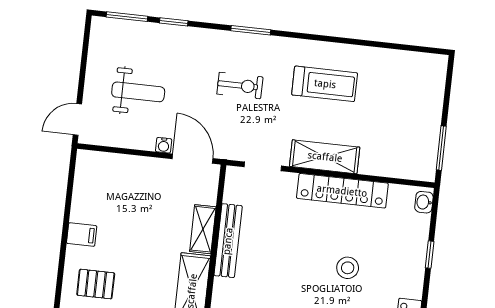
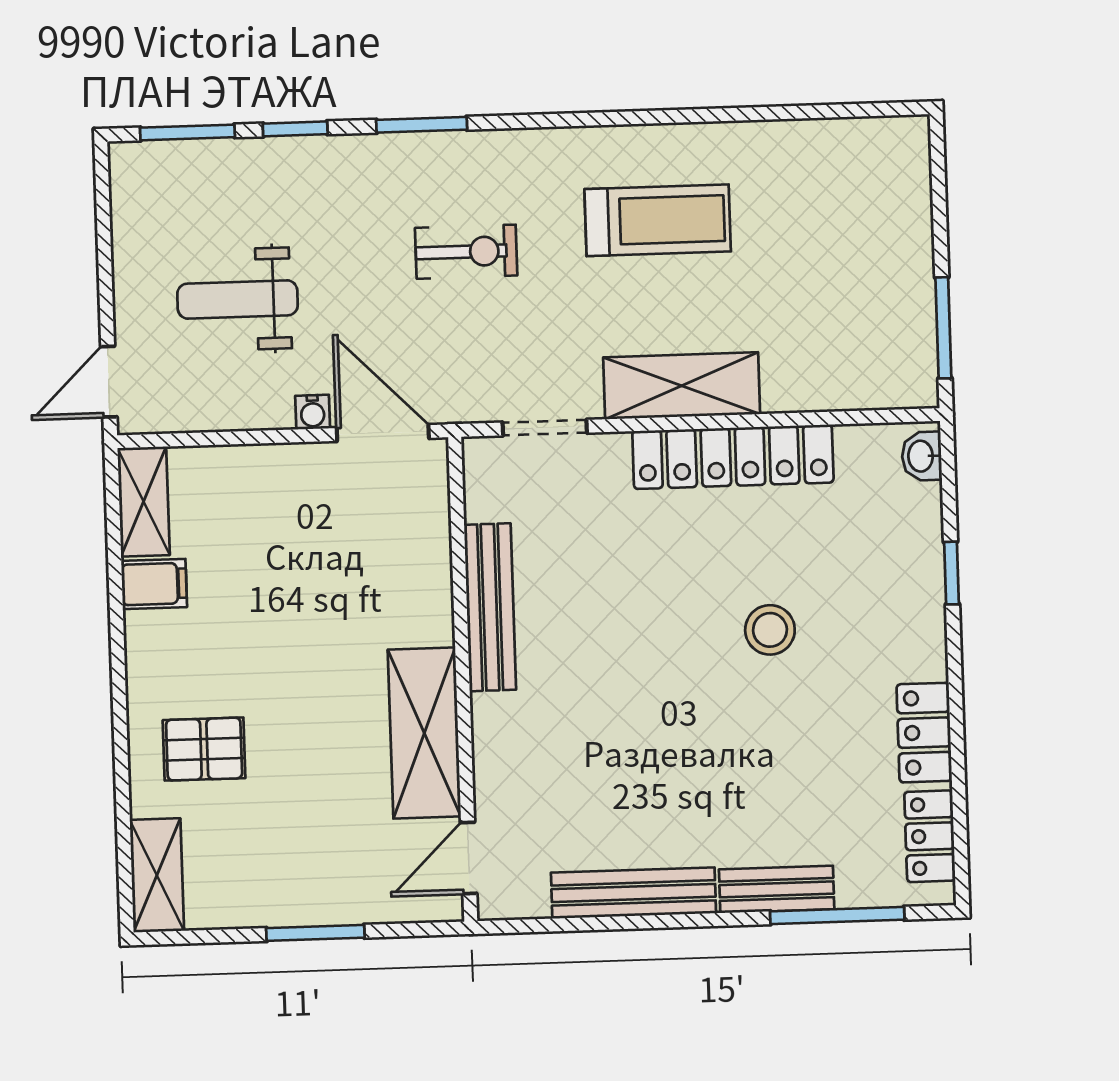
window: (251, 30) -> (422, 125), moved
weight bench: (138, 92) -> (238, 300), turned 180
shelving: (203, 229) -> (144, 502), moved
filing cabinet: (82, 235) -> (154, 584), moved

